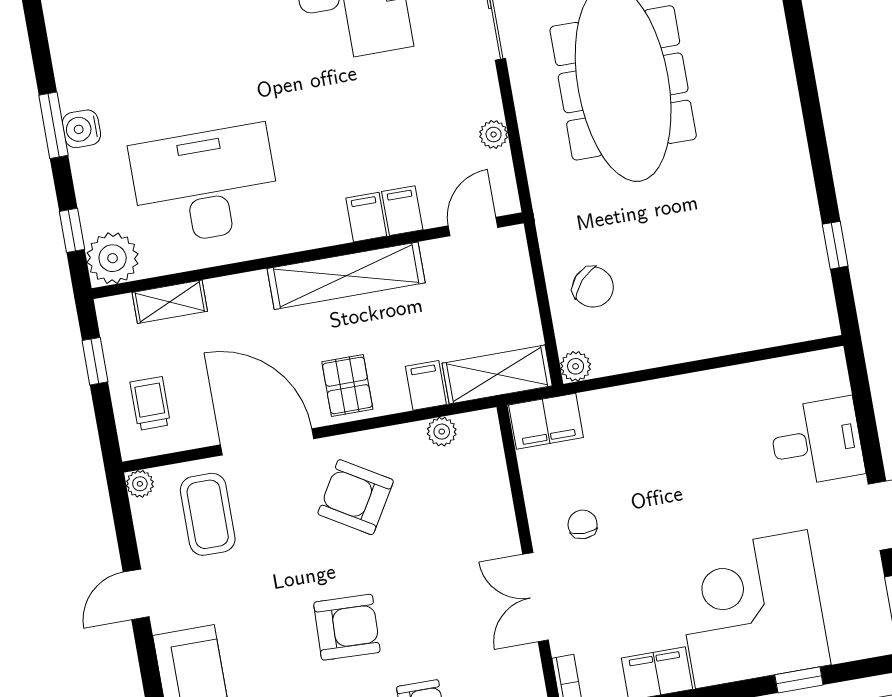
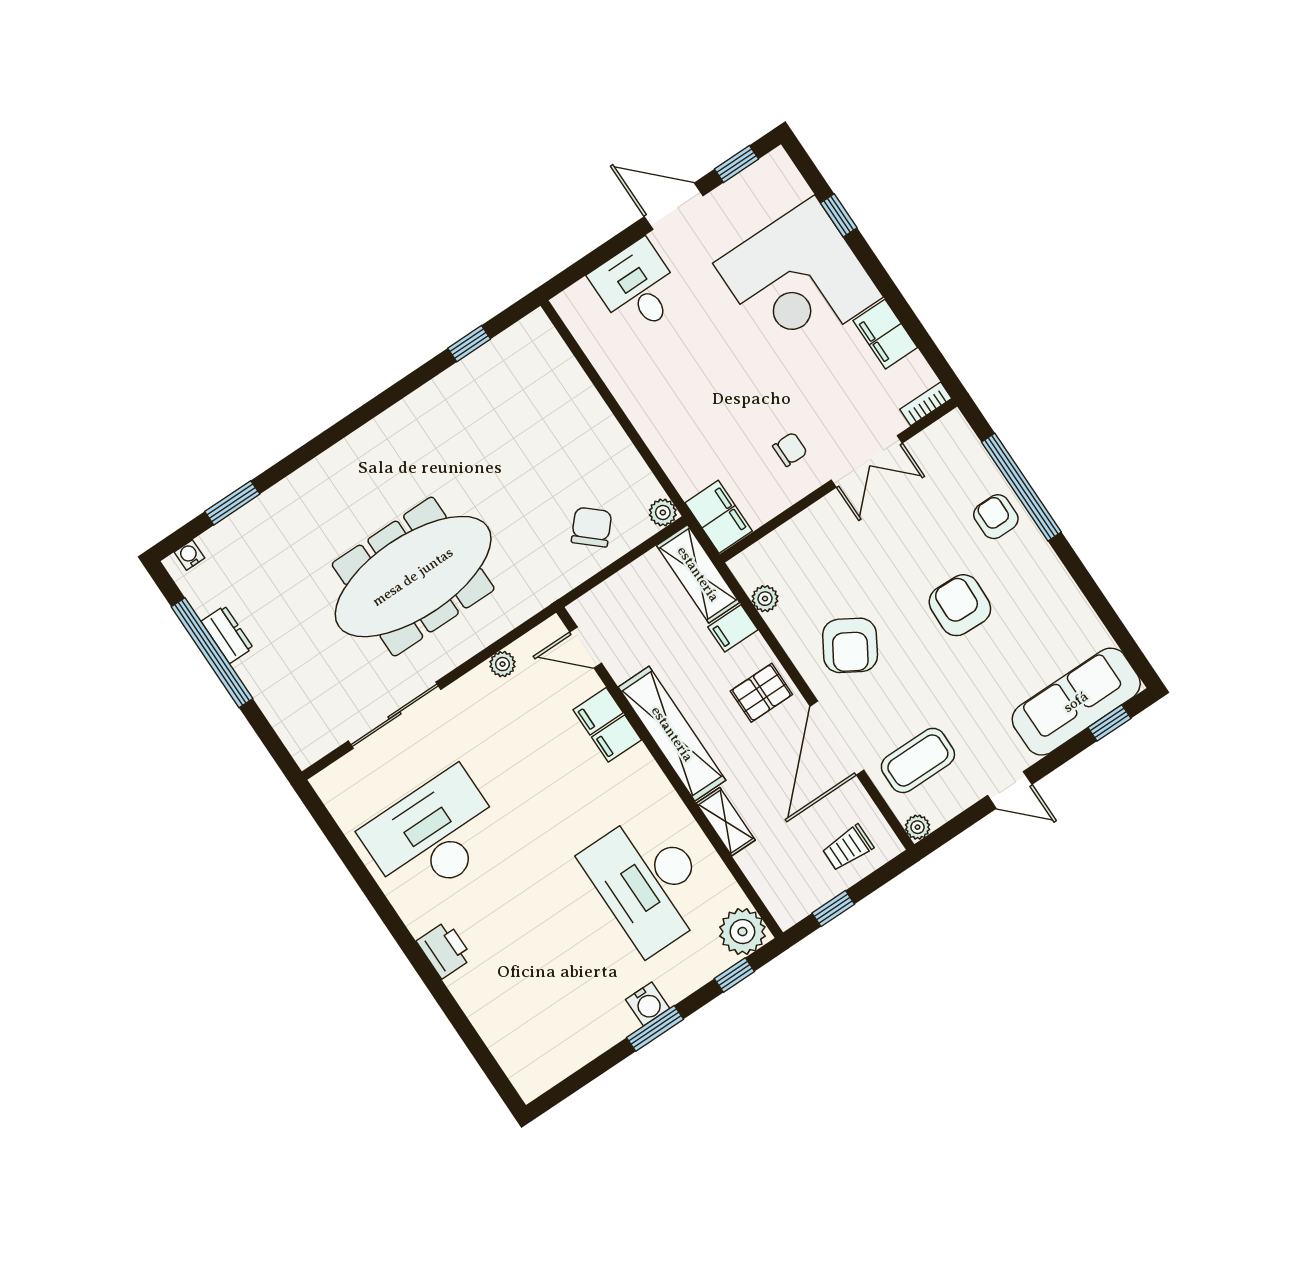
shelving: (170, 302) -> (726, 822), moved
chair: (583, 524) -> (790, 449), turned 180

